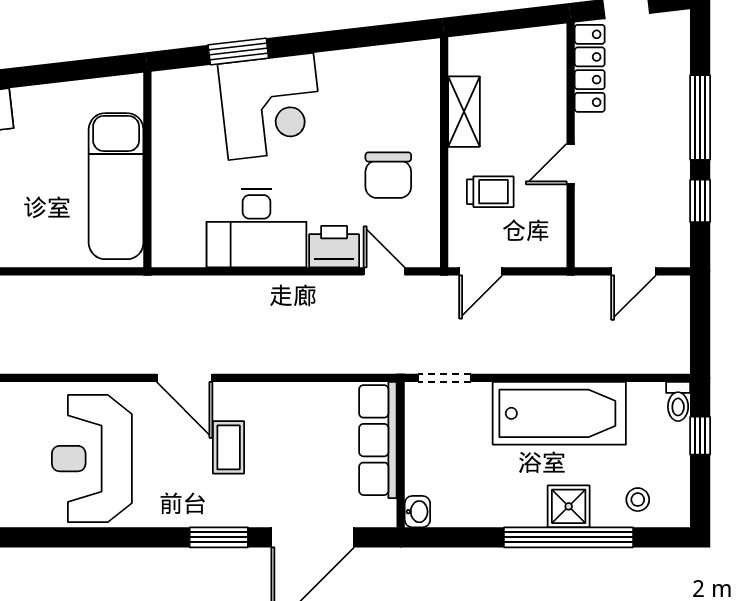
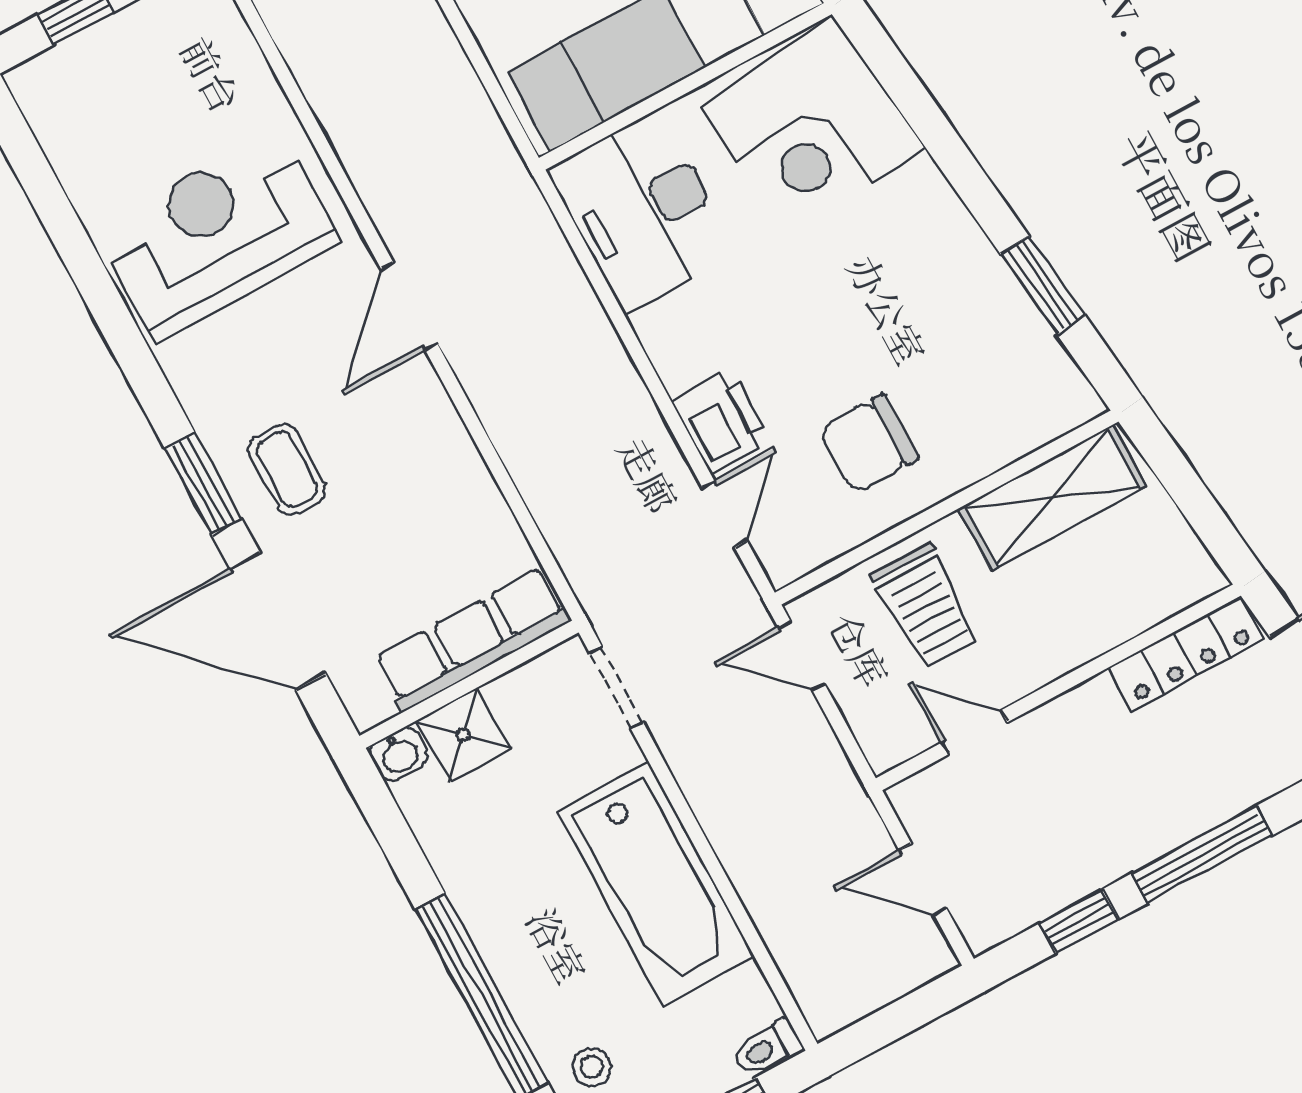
window: (238, 52) -> (1043, 285), moved
corner desk: (271, 107) -> (813, 127), moved
shelving: (464, 112) -> (1052, 498), width x1.50, depth x1.33
door: (571, 164) -> (974, 732), moved
trolley: (490, 192) -> (926, 606), width x1.36, depth x1.39
desk: (256, 228) -> (642, 212), moved
coffee table: (229, 447) -> (287, 469), moved, turned 90
shower: (569, 506) -> (463, 735), moved

